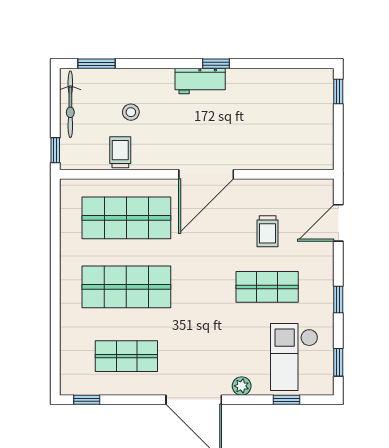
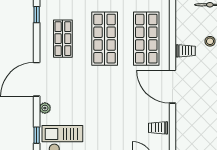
trolley: (120, 152) -> (186, 51), moved
trolley: (268, 231) -> (158, 128), moved
shop shelf: (267, 287) -> (105, 123), removed

